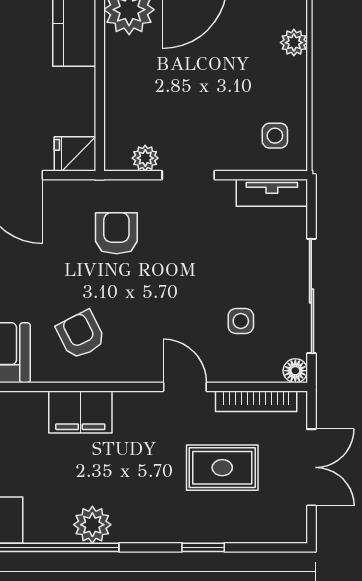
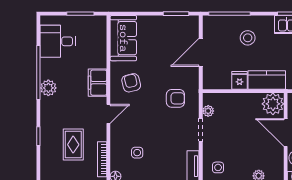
fridge: (75, 154) -> (240, 80), moved
armchair: (81, 335) -> (131, 83), turned -77
door: (185, 387) -> (108, 114), moved

